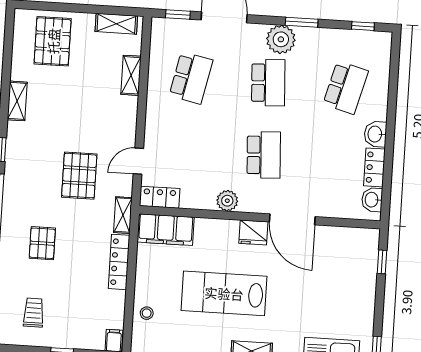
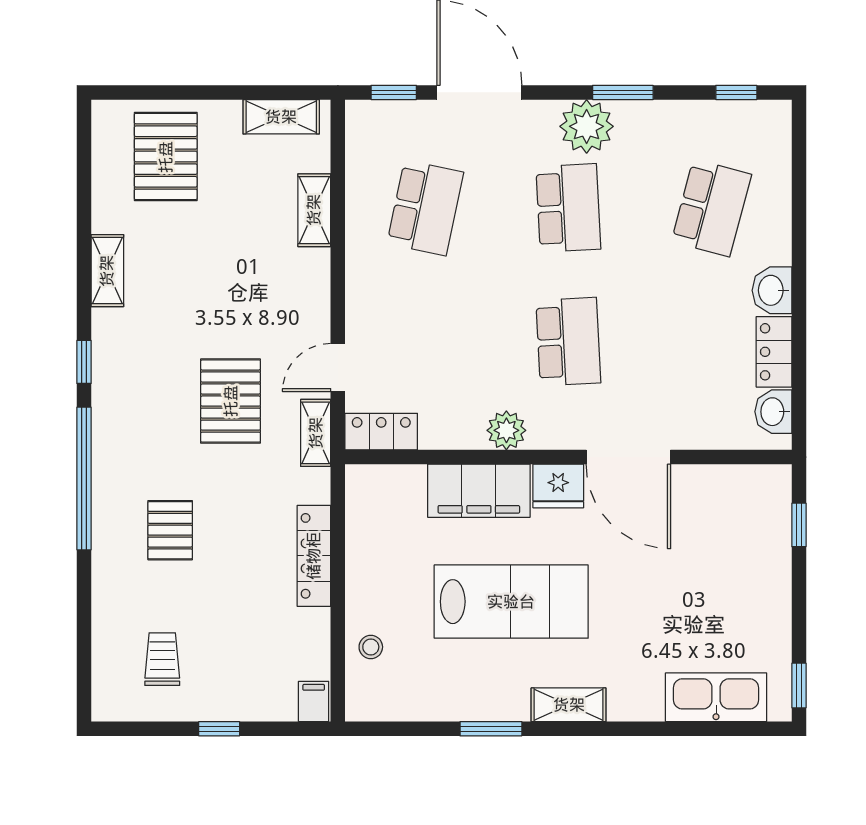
shelving: (123, 215) -> (316, 433), moved
filing cabinet: (166, 230) -> (479, 491), moved
lab bench: (224, 293) -> (511, 602), turned 180

